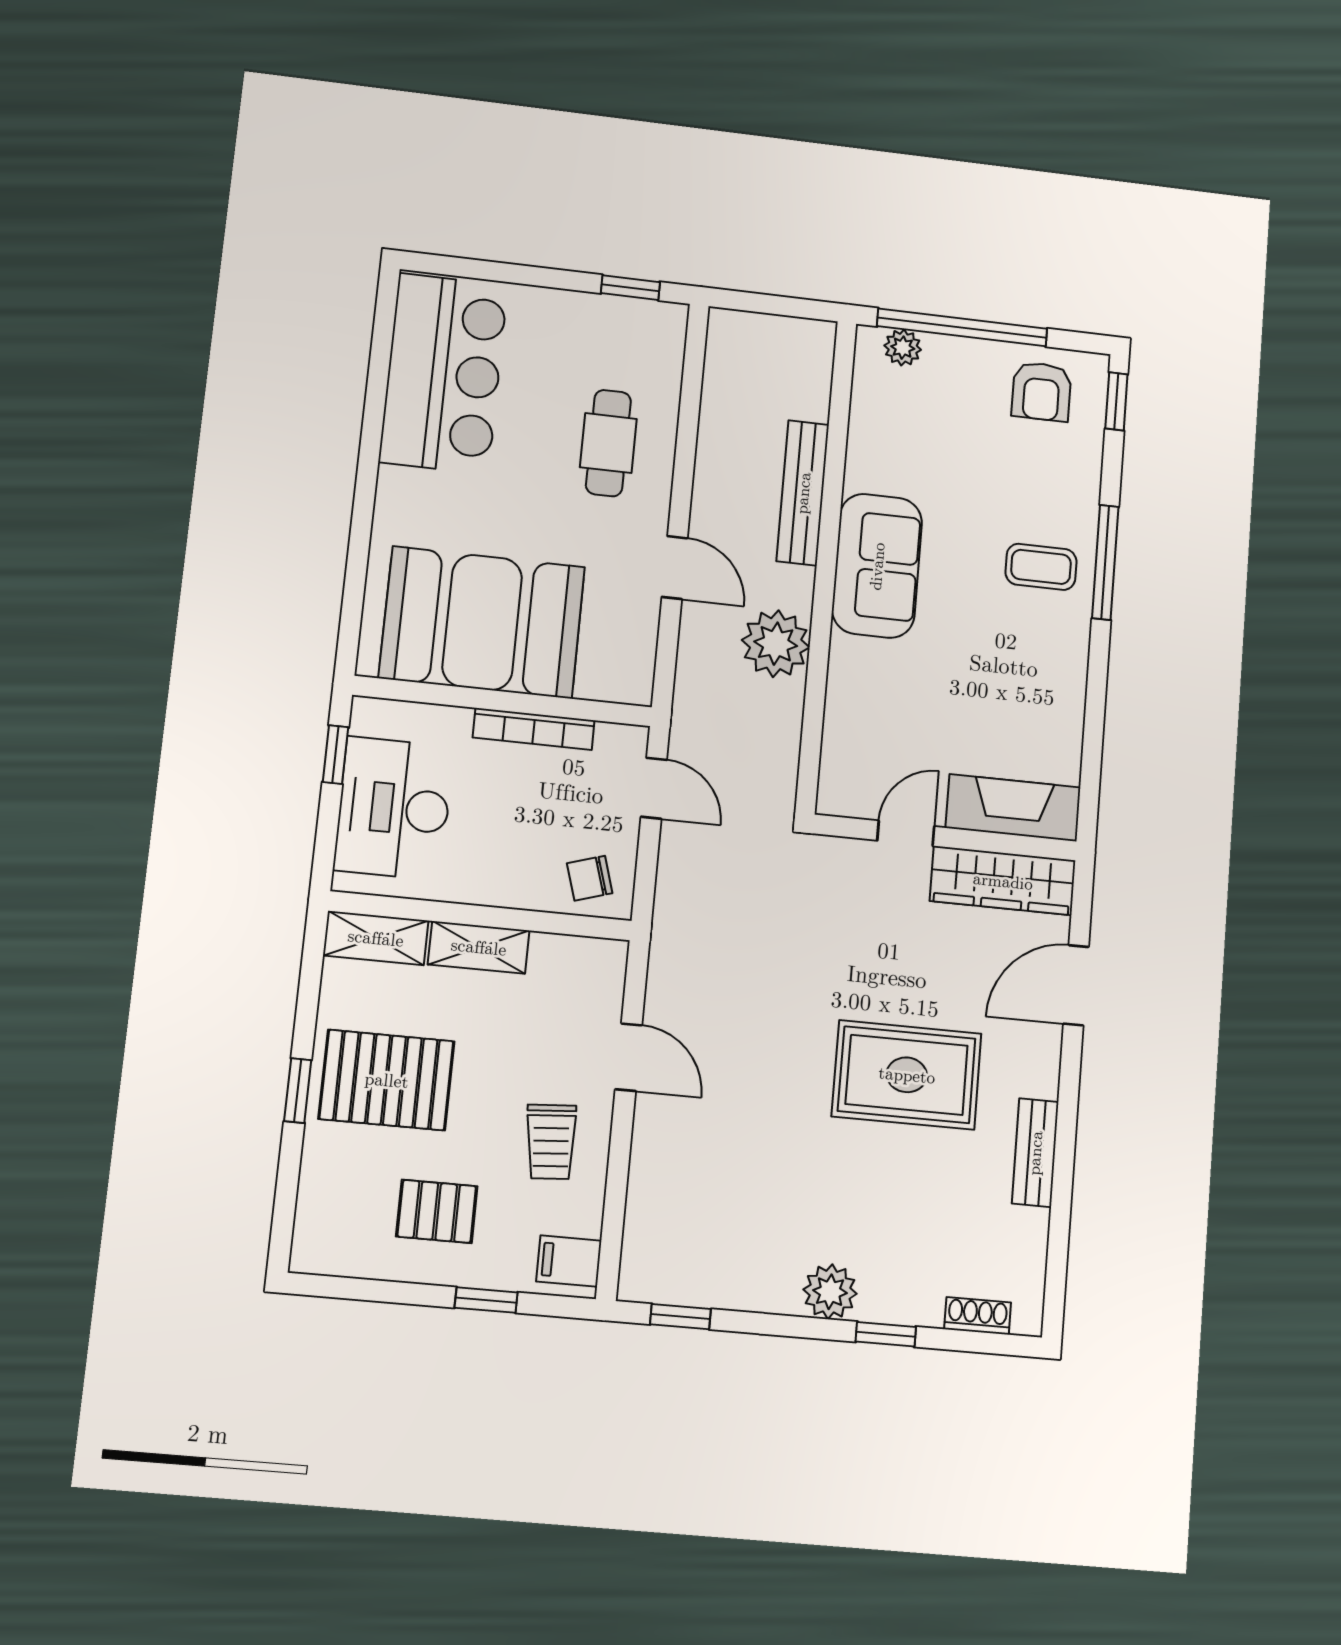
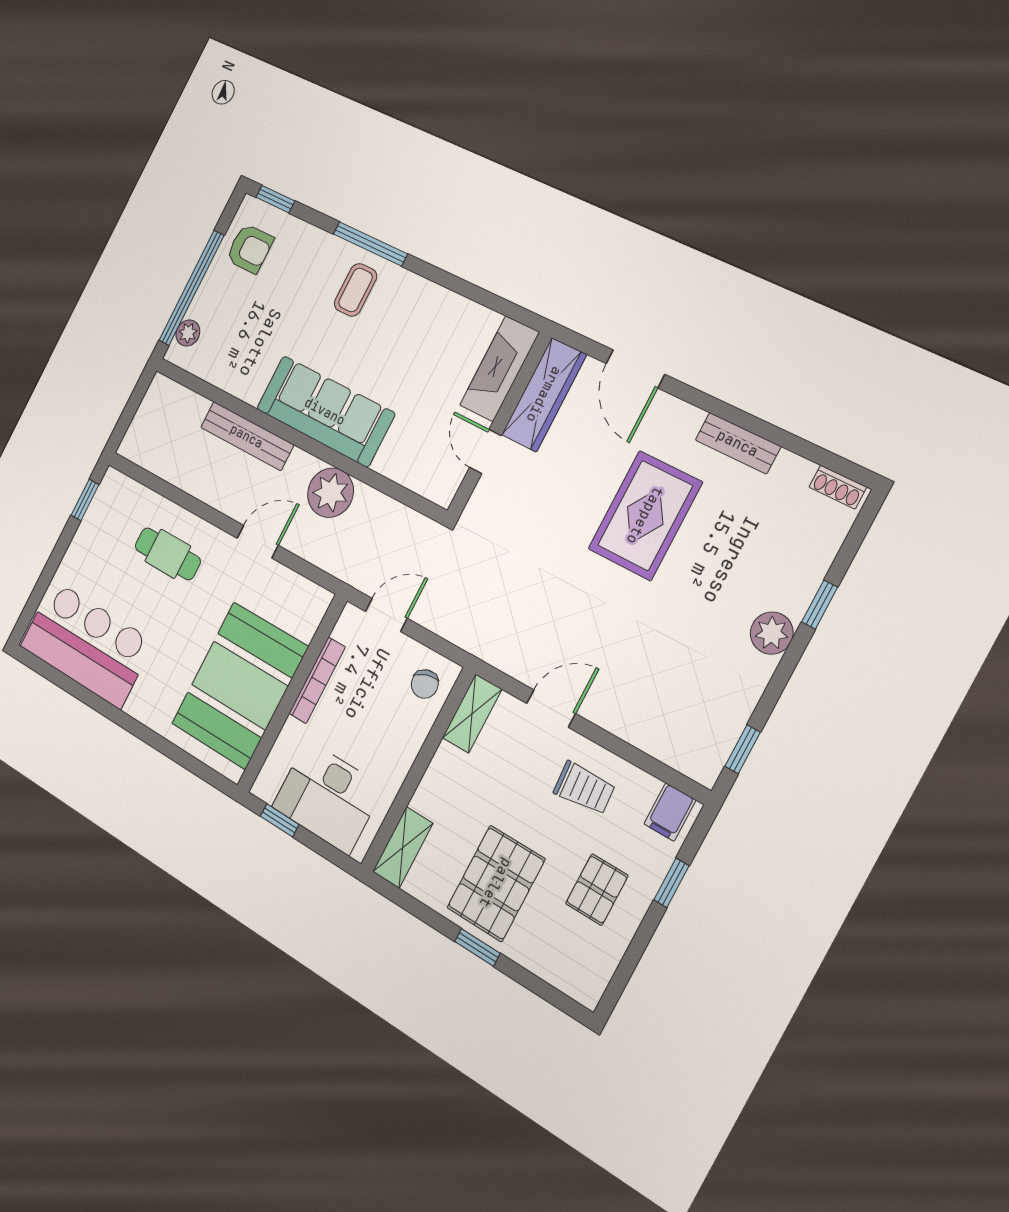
sofa: (877, 566) -> (325, 411), width x1.36
shelving: (479, 947) -> (472, 714), moved
shoe rack: (978, 1316) -> (838, 487), moved, turned -90

